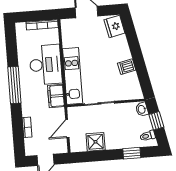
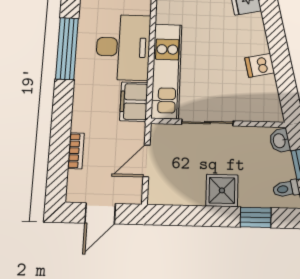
window: (14, 85) -> (67, 48), moved
shower: (96, 142) -> (222, 190), moved

